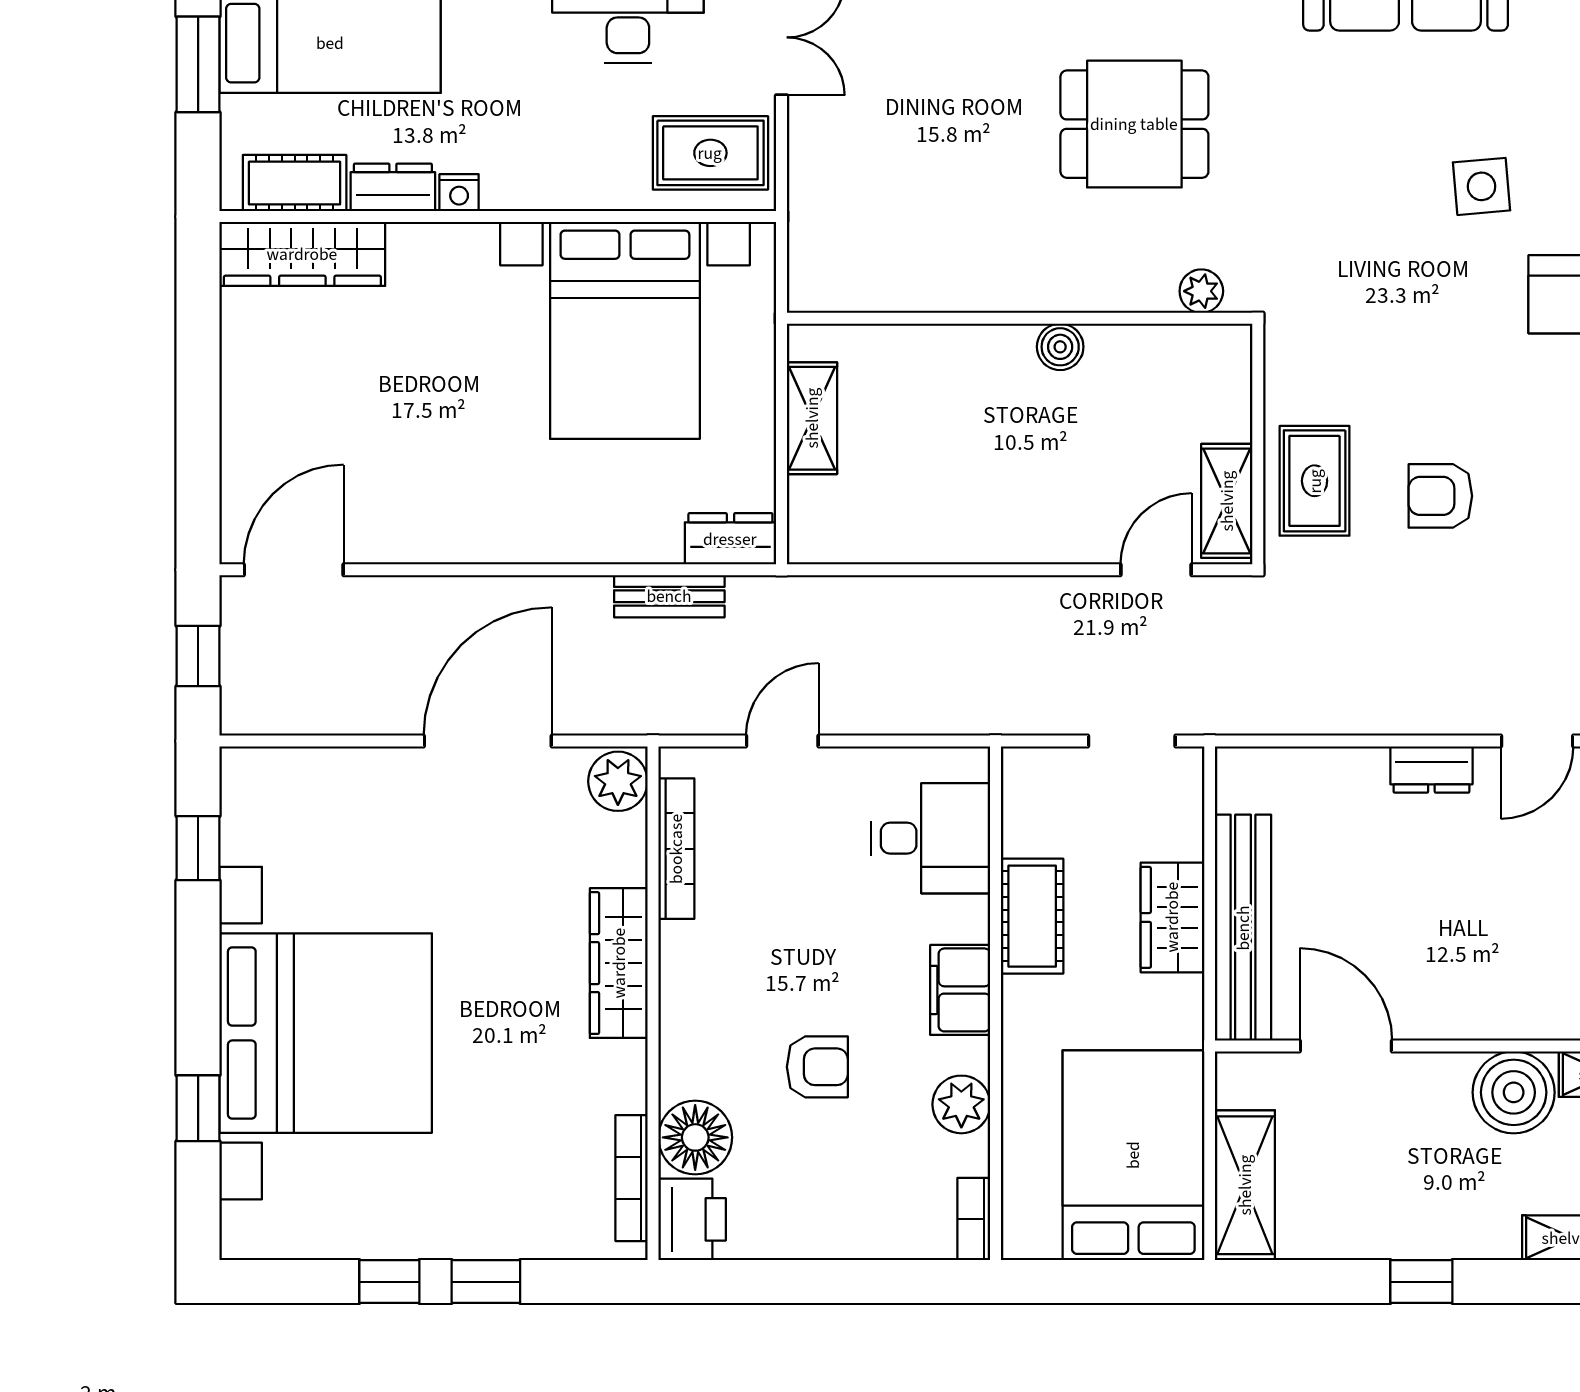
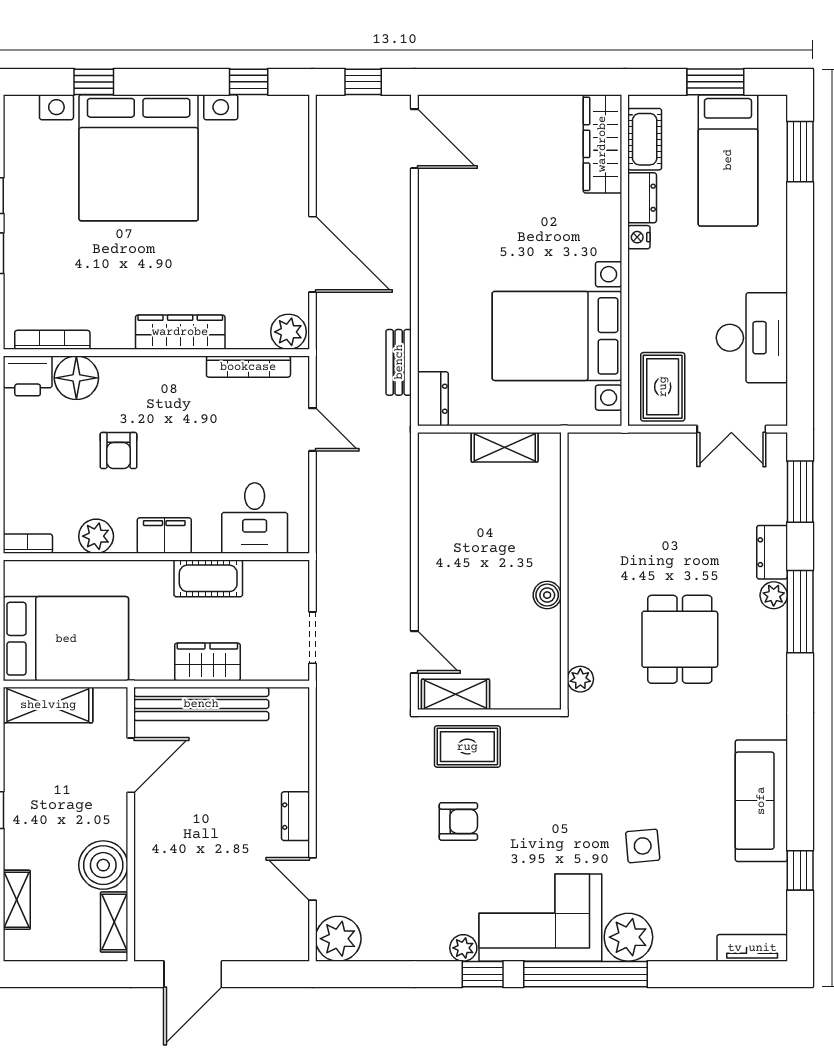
armchair: (1440, 496) -> (458, 821), turned 90

